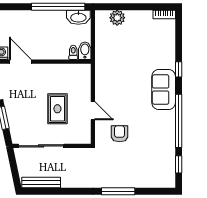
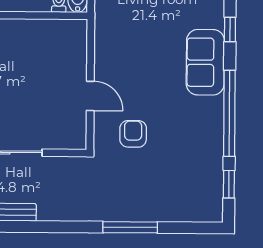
rug: (57, 109) -> (32, 92), removed

